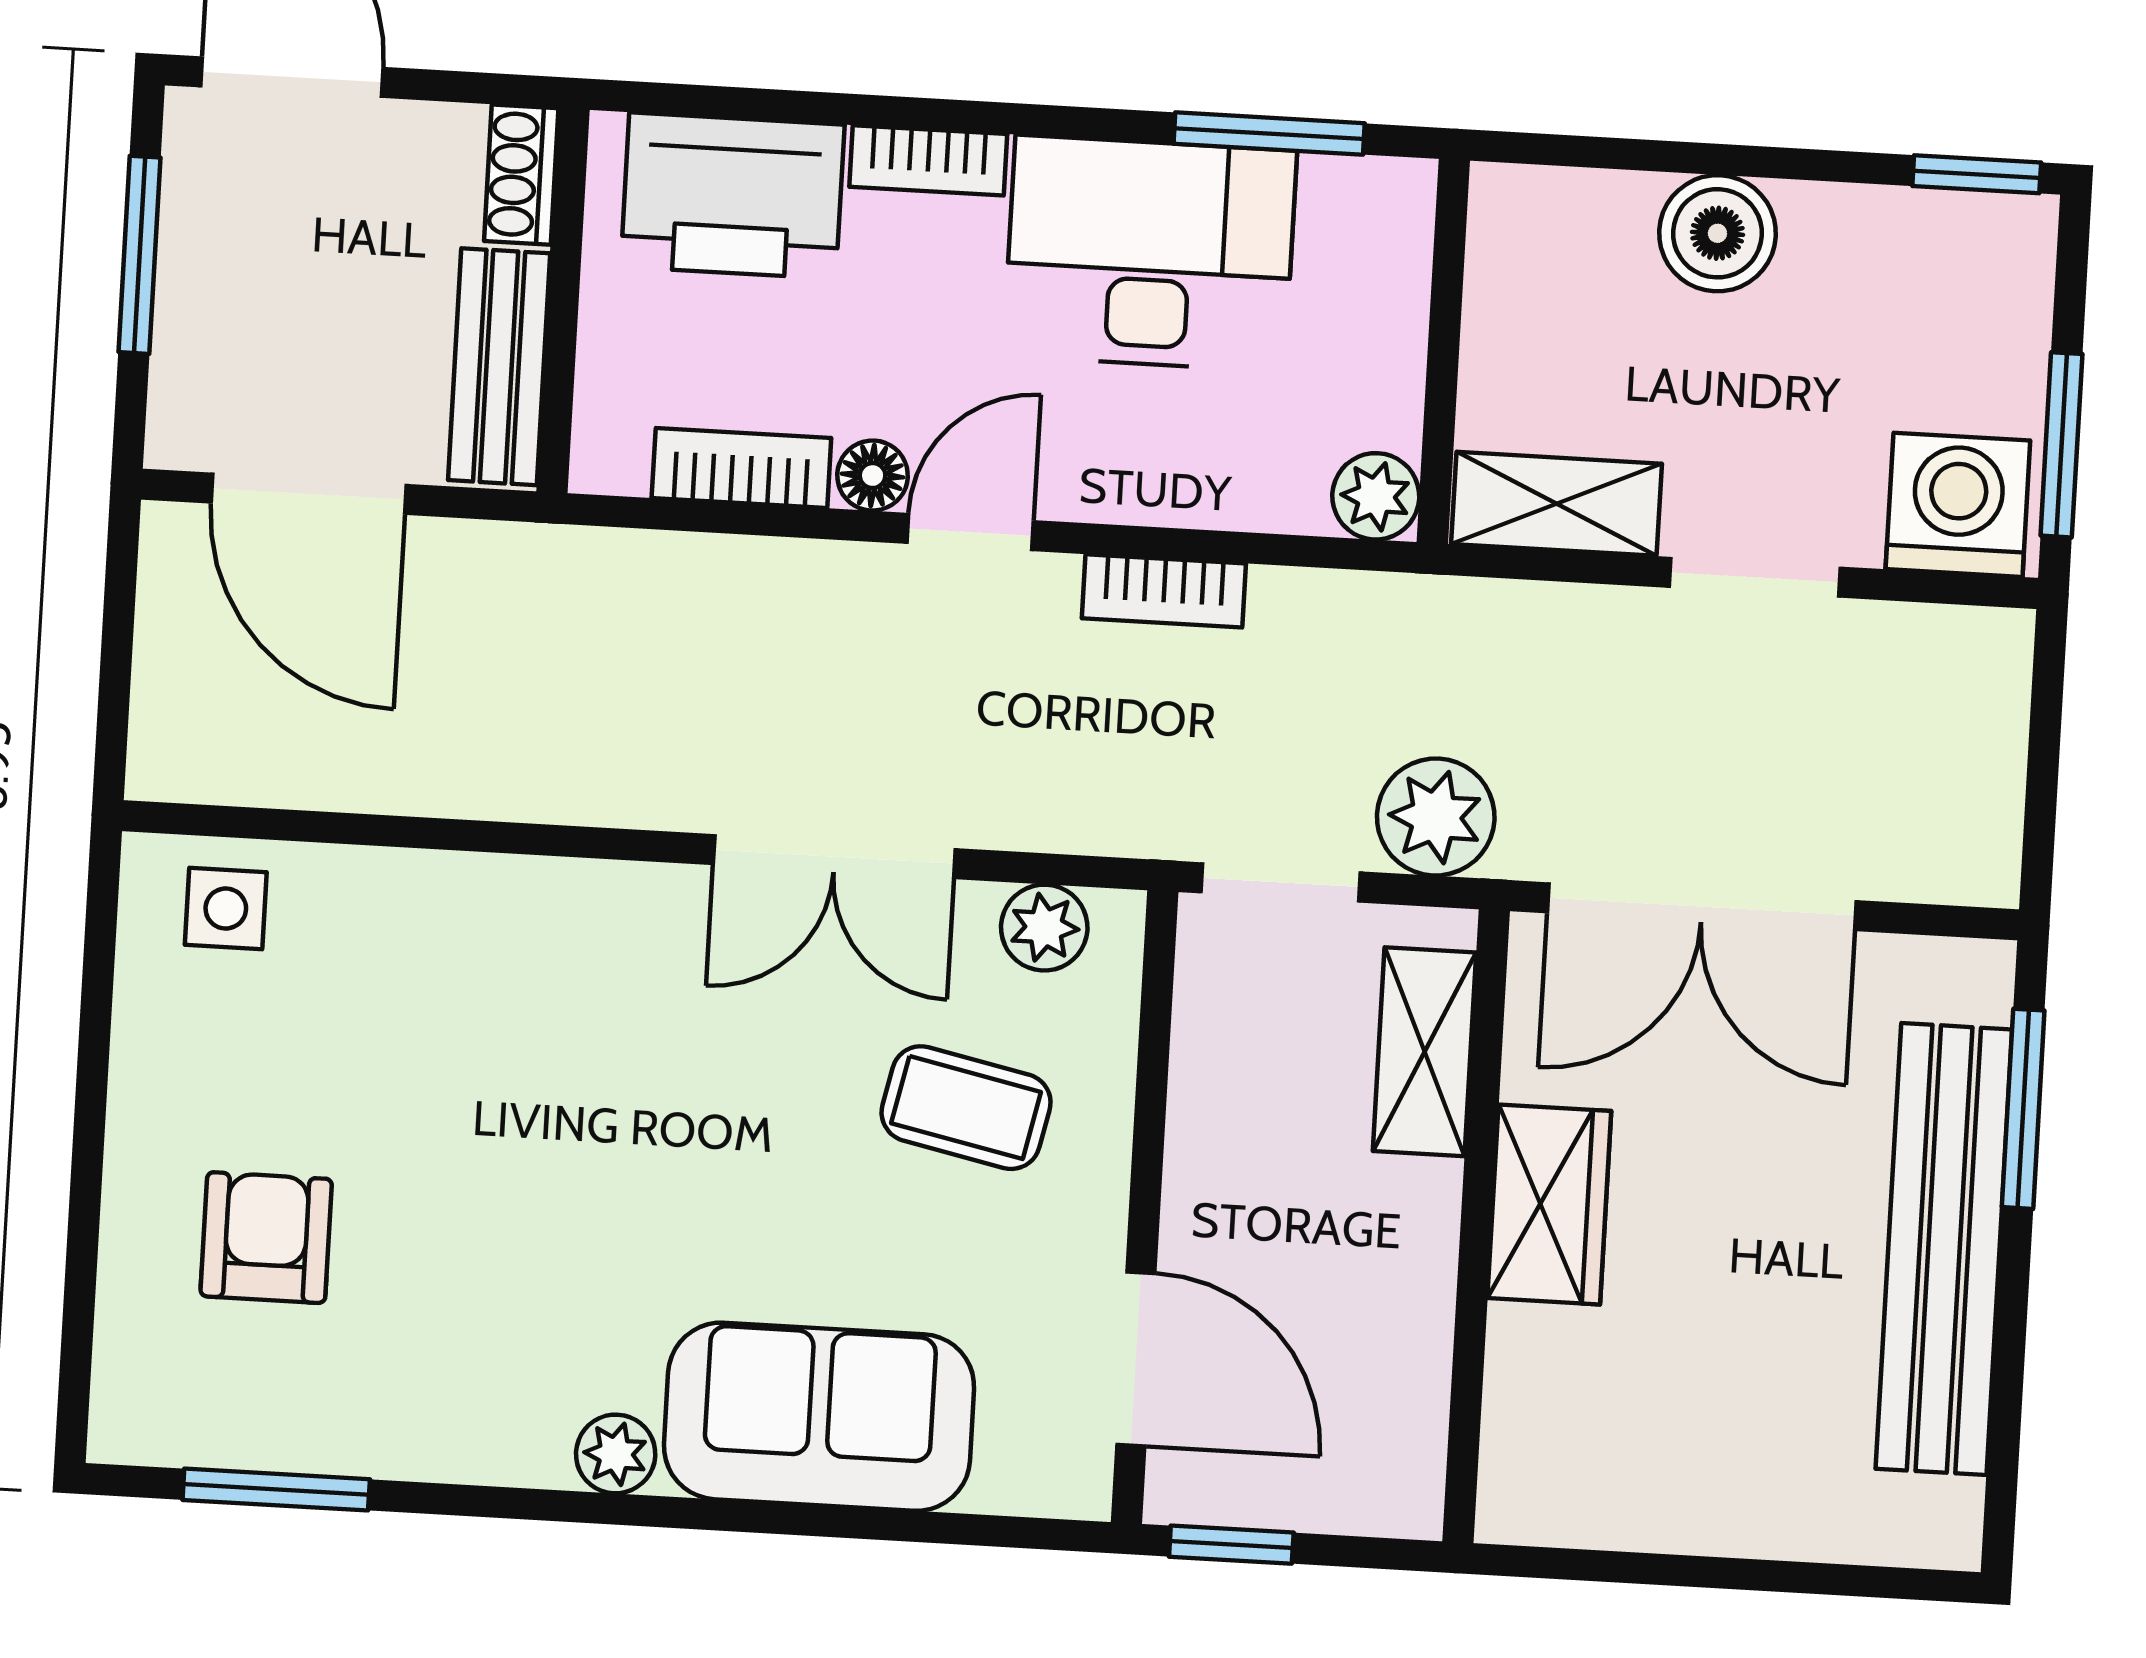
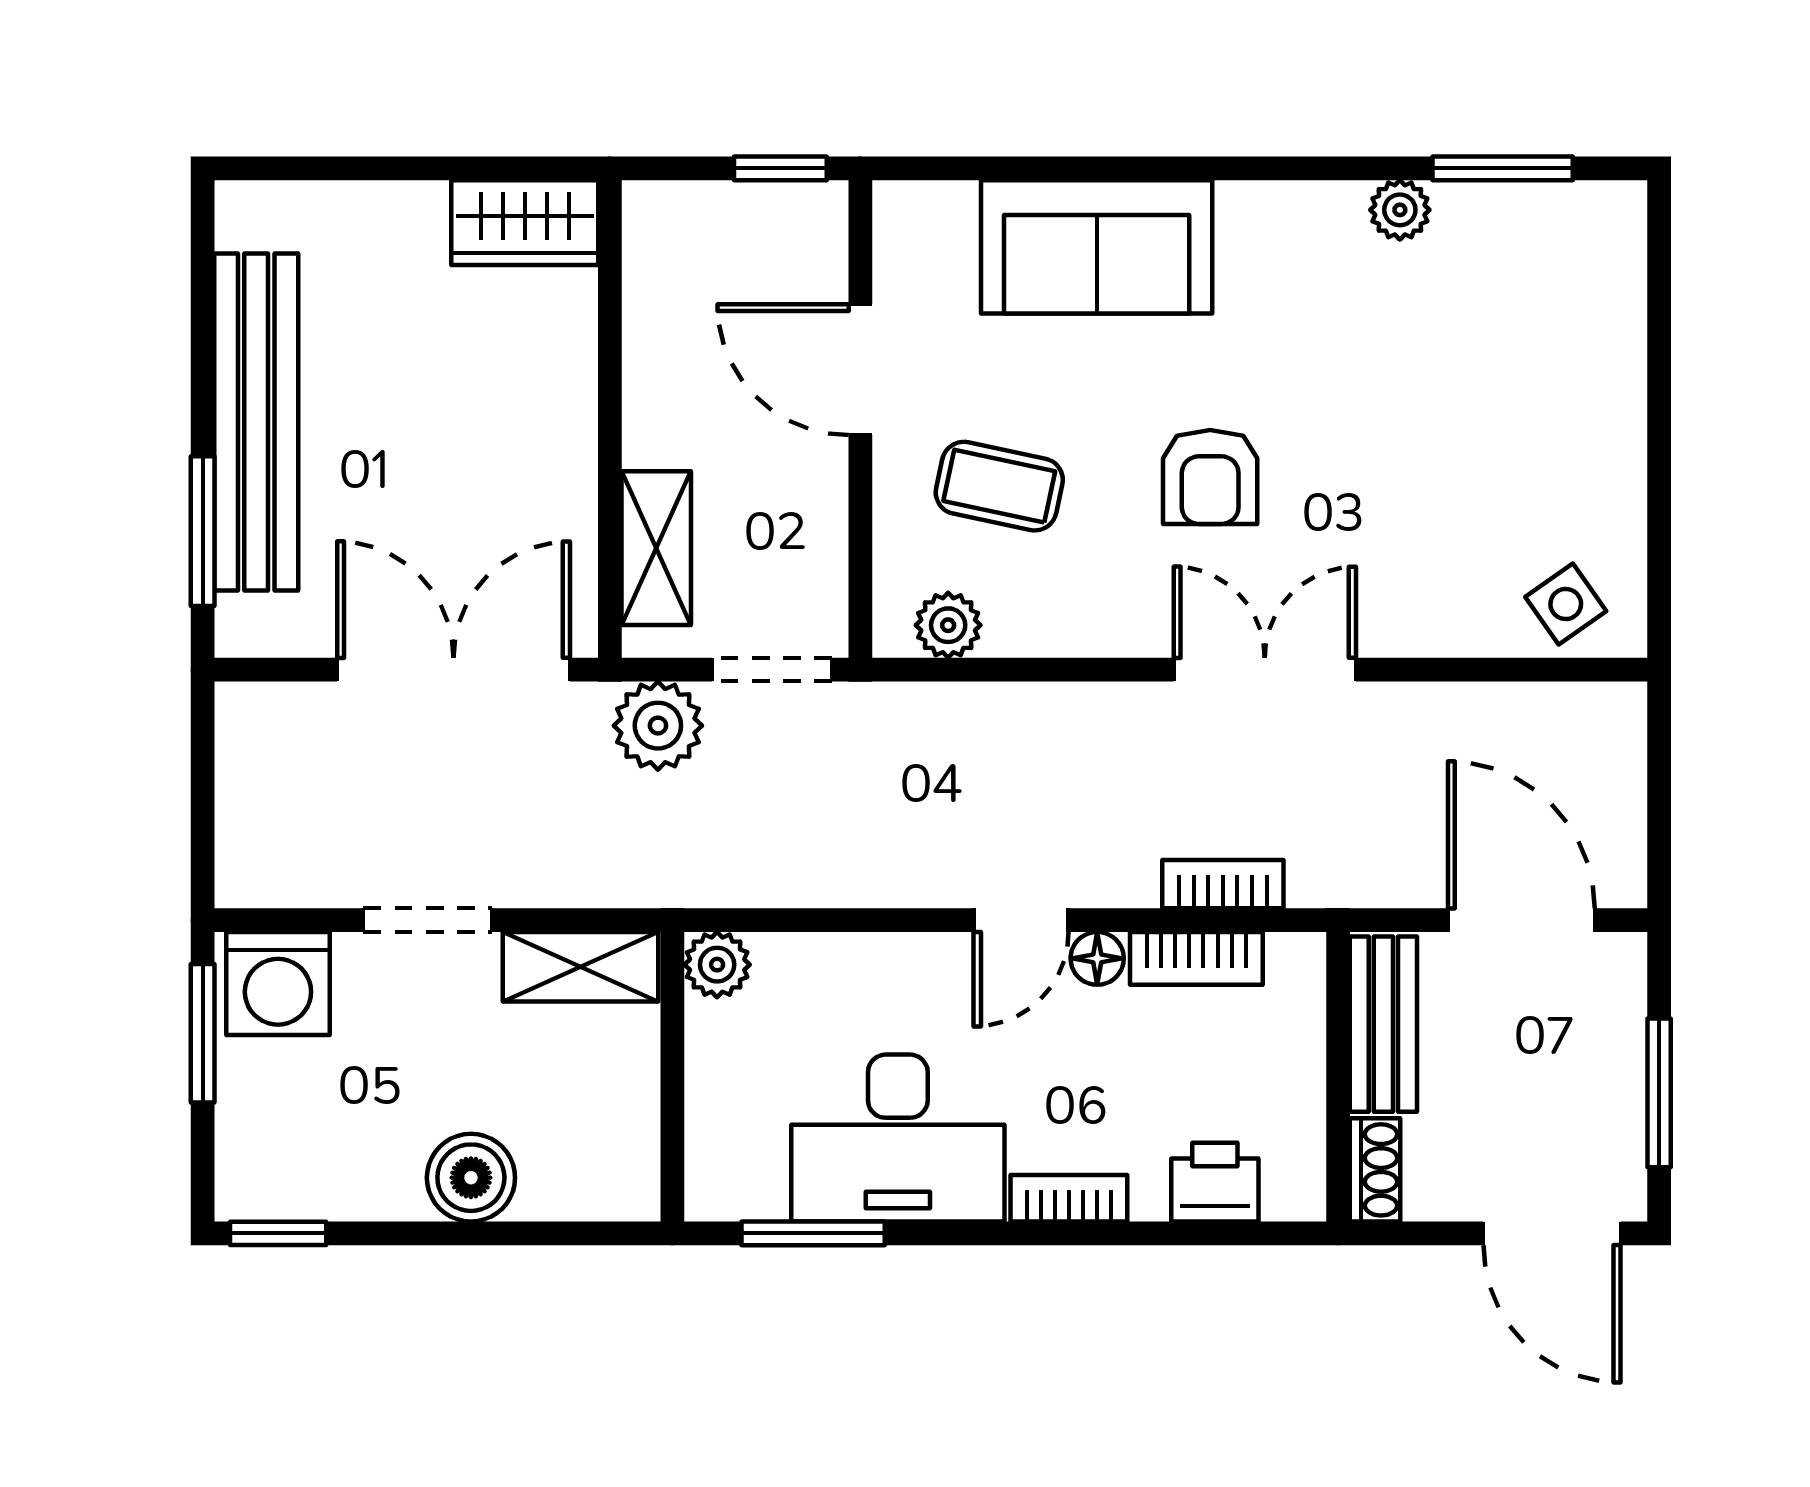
printer: (733, 196) -> (1215, 1182), width x0.53, depth x0.68
bookcase: (1164, 591) -> (1223, 884), moved
double door: (834, 857) -> (1265, 670), moved
side table: (226, 909) -> (1566, 604), turned -35
wardrobe: (1549, 1205) -> (525, 223), moved, turned -90
armchair: (266, 1238) -> (1210, 477), moved
door: (1136, 1359) -> (860, 370), moved
plant: (616, 1454) -> (1400, 210), moved

